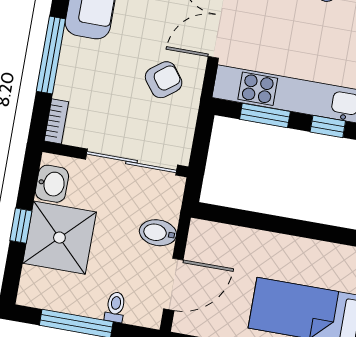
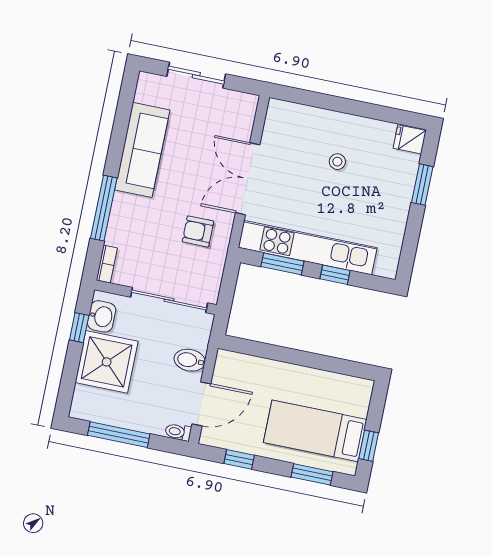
armchair: (164, 80) -> (198, 231), turned -143
window: (21, 226) -> (79, 328), moved
toilet: (115, 307) -> (178, 432), moved, turned -90

